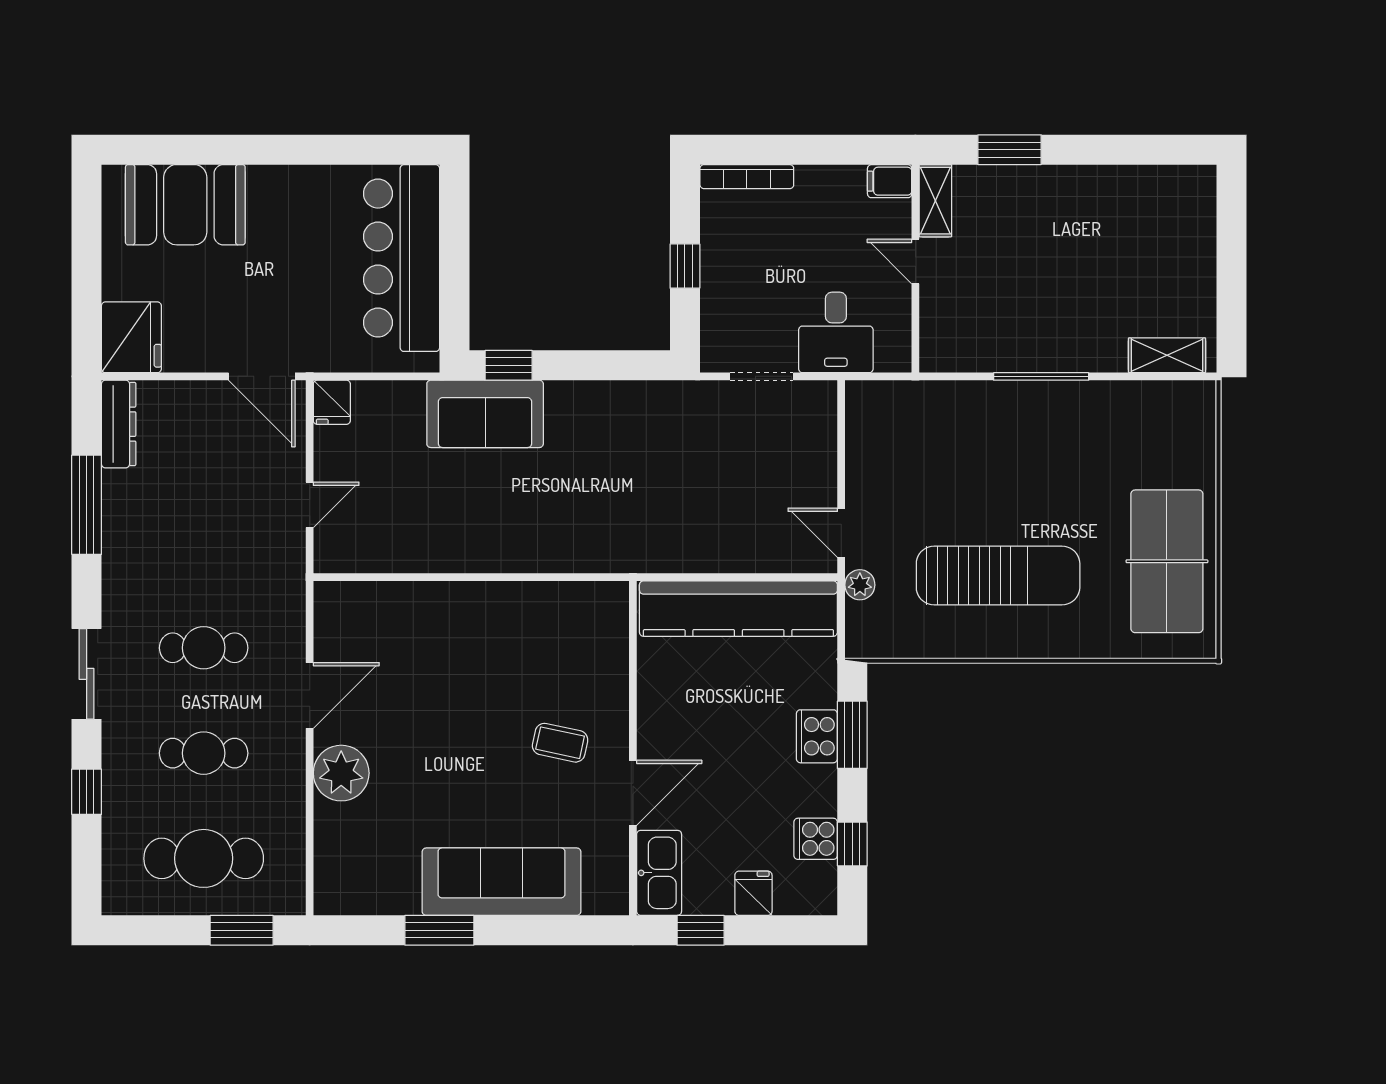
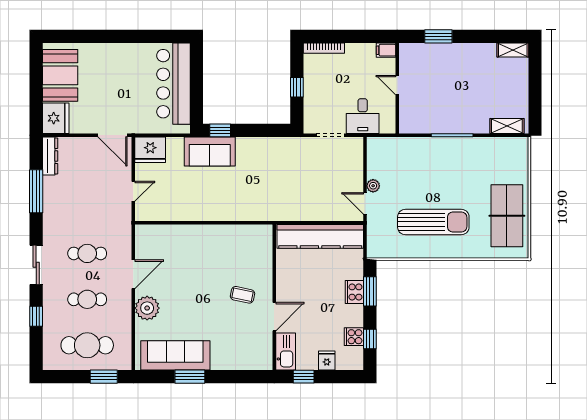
shelving: (935, 201) -> (513, 50), moved, turned 90
booth: (185, 205) -> (60, 75), moved, turned 90
fridge: (332, 402) -> (150, 150), width x1.88, depth x1.34
plant: (860, 585) -> (373, 186), moved
sofa: (502, 882) -> (175, 355), moved

